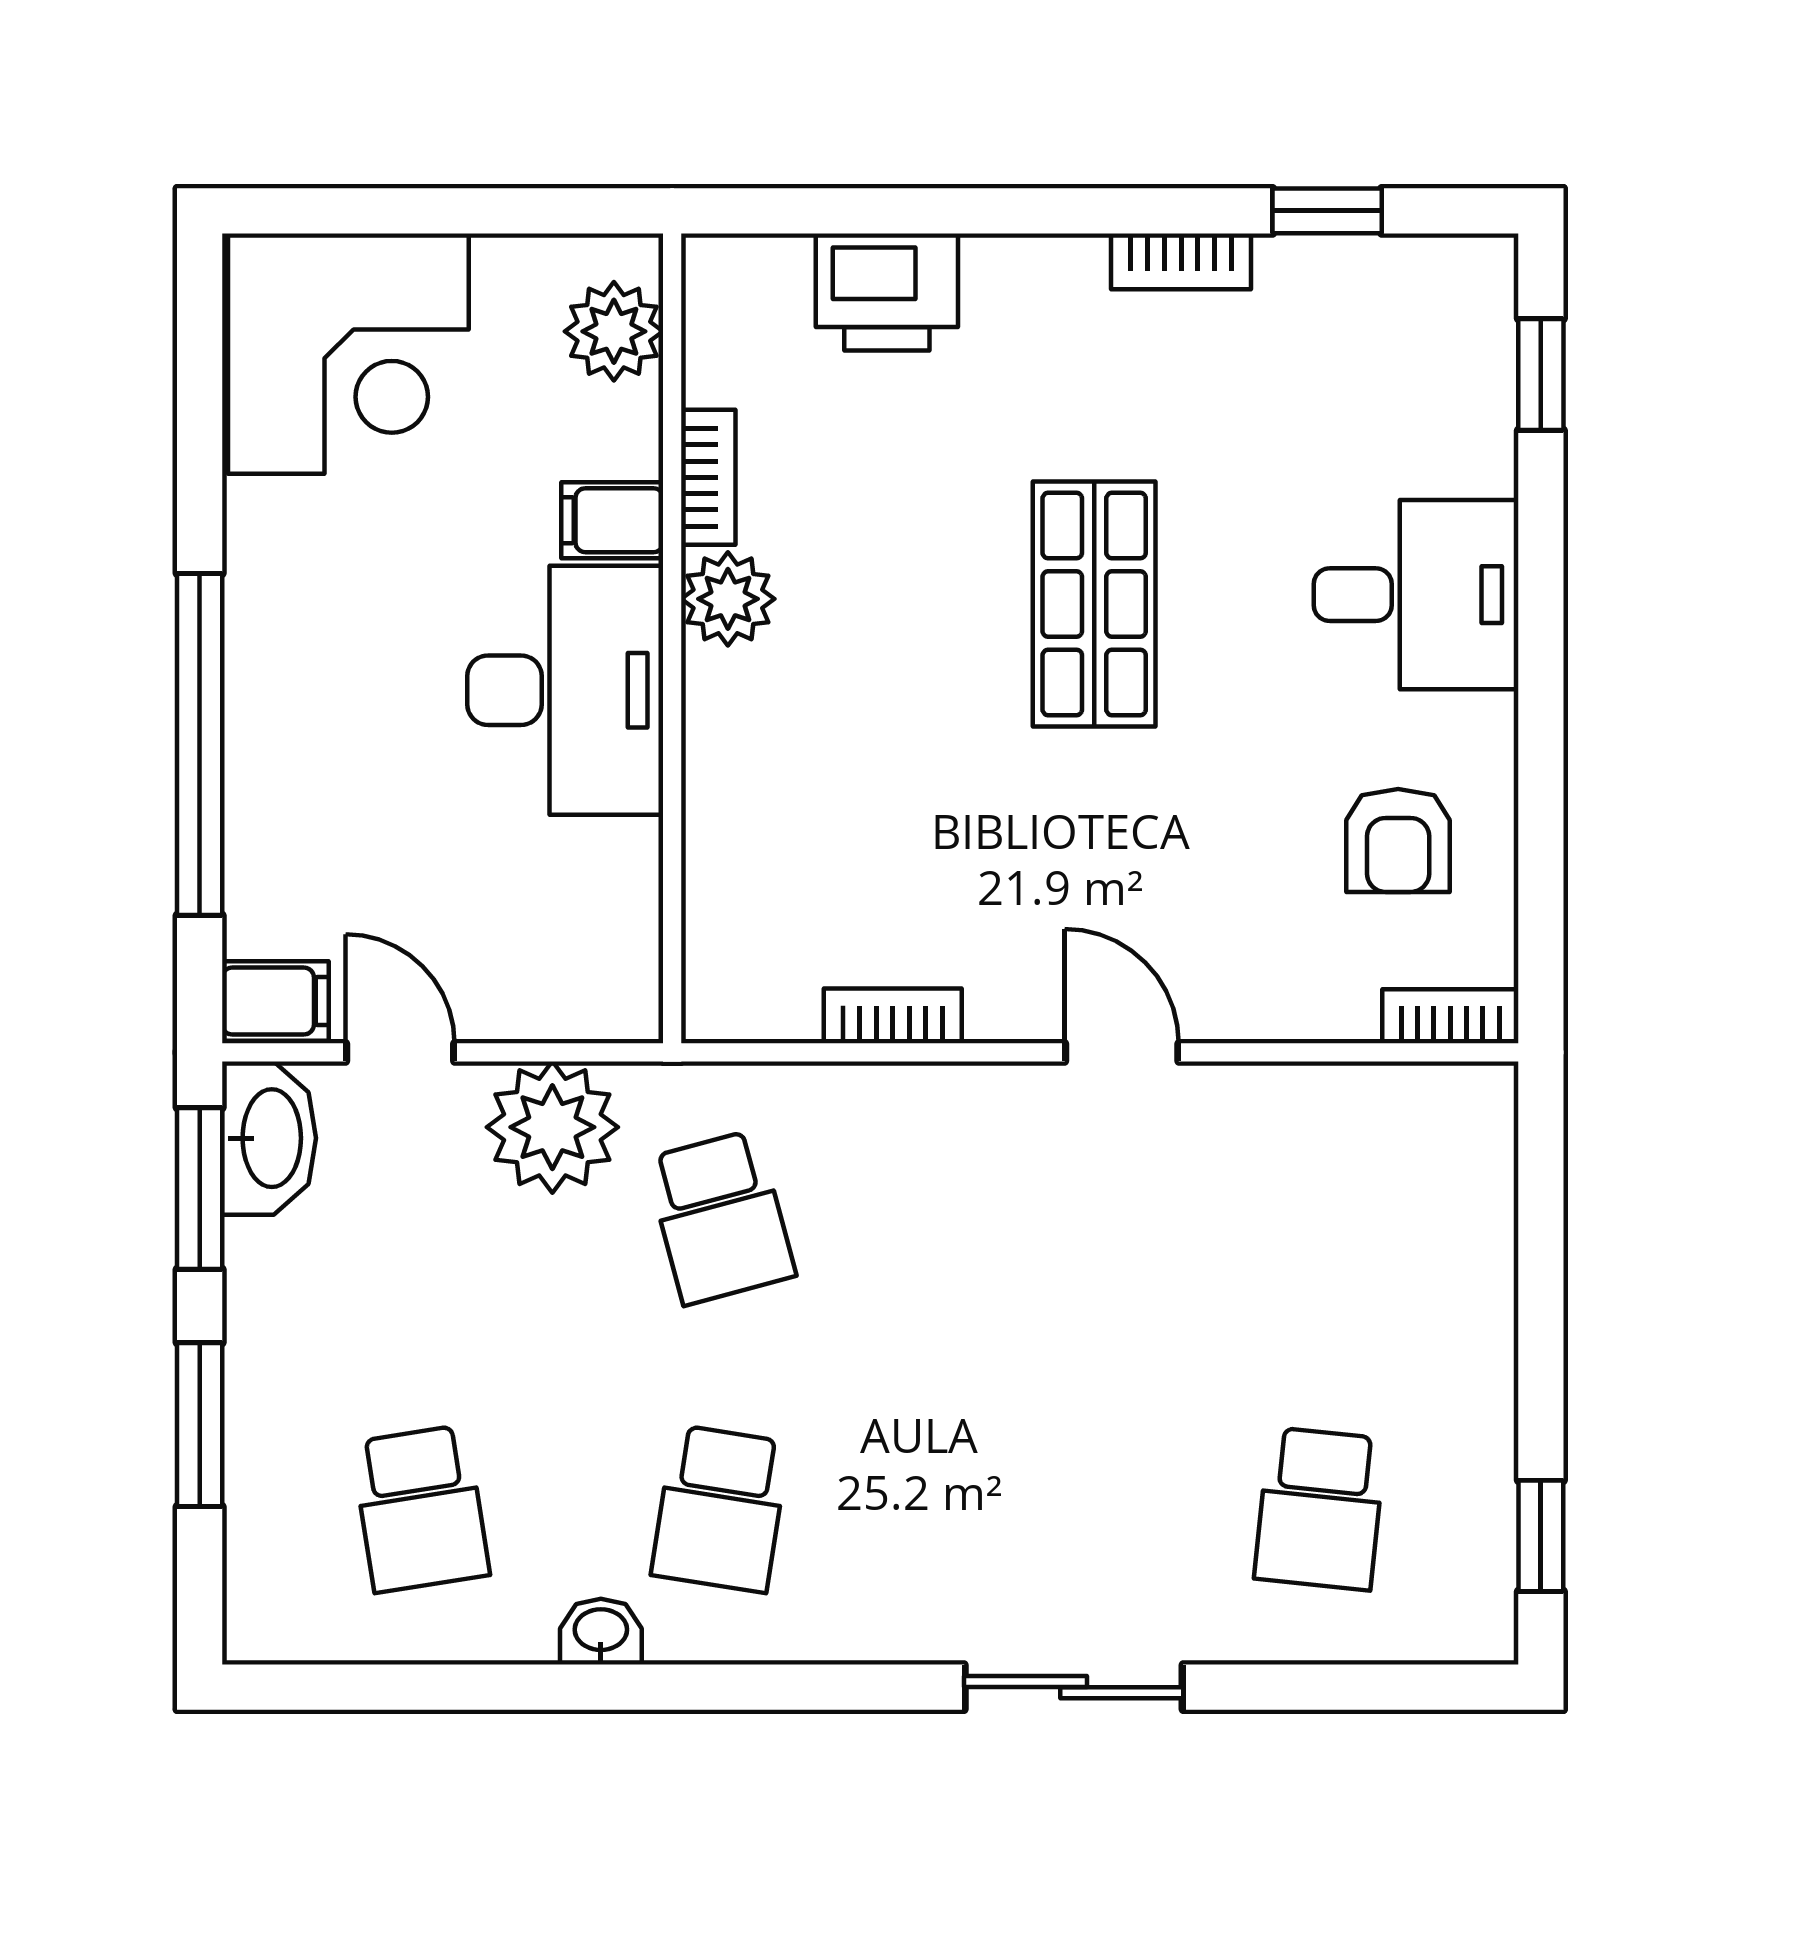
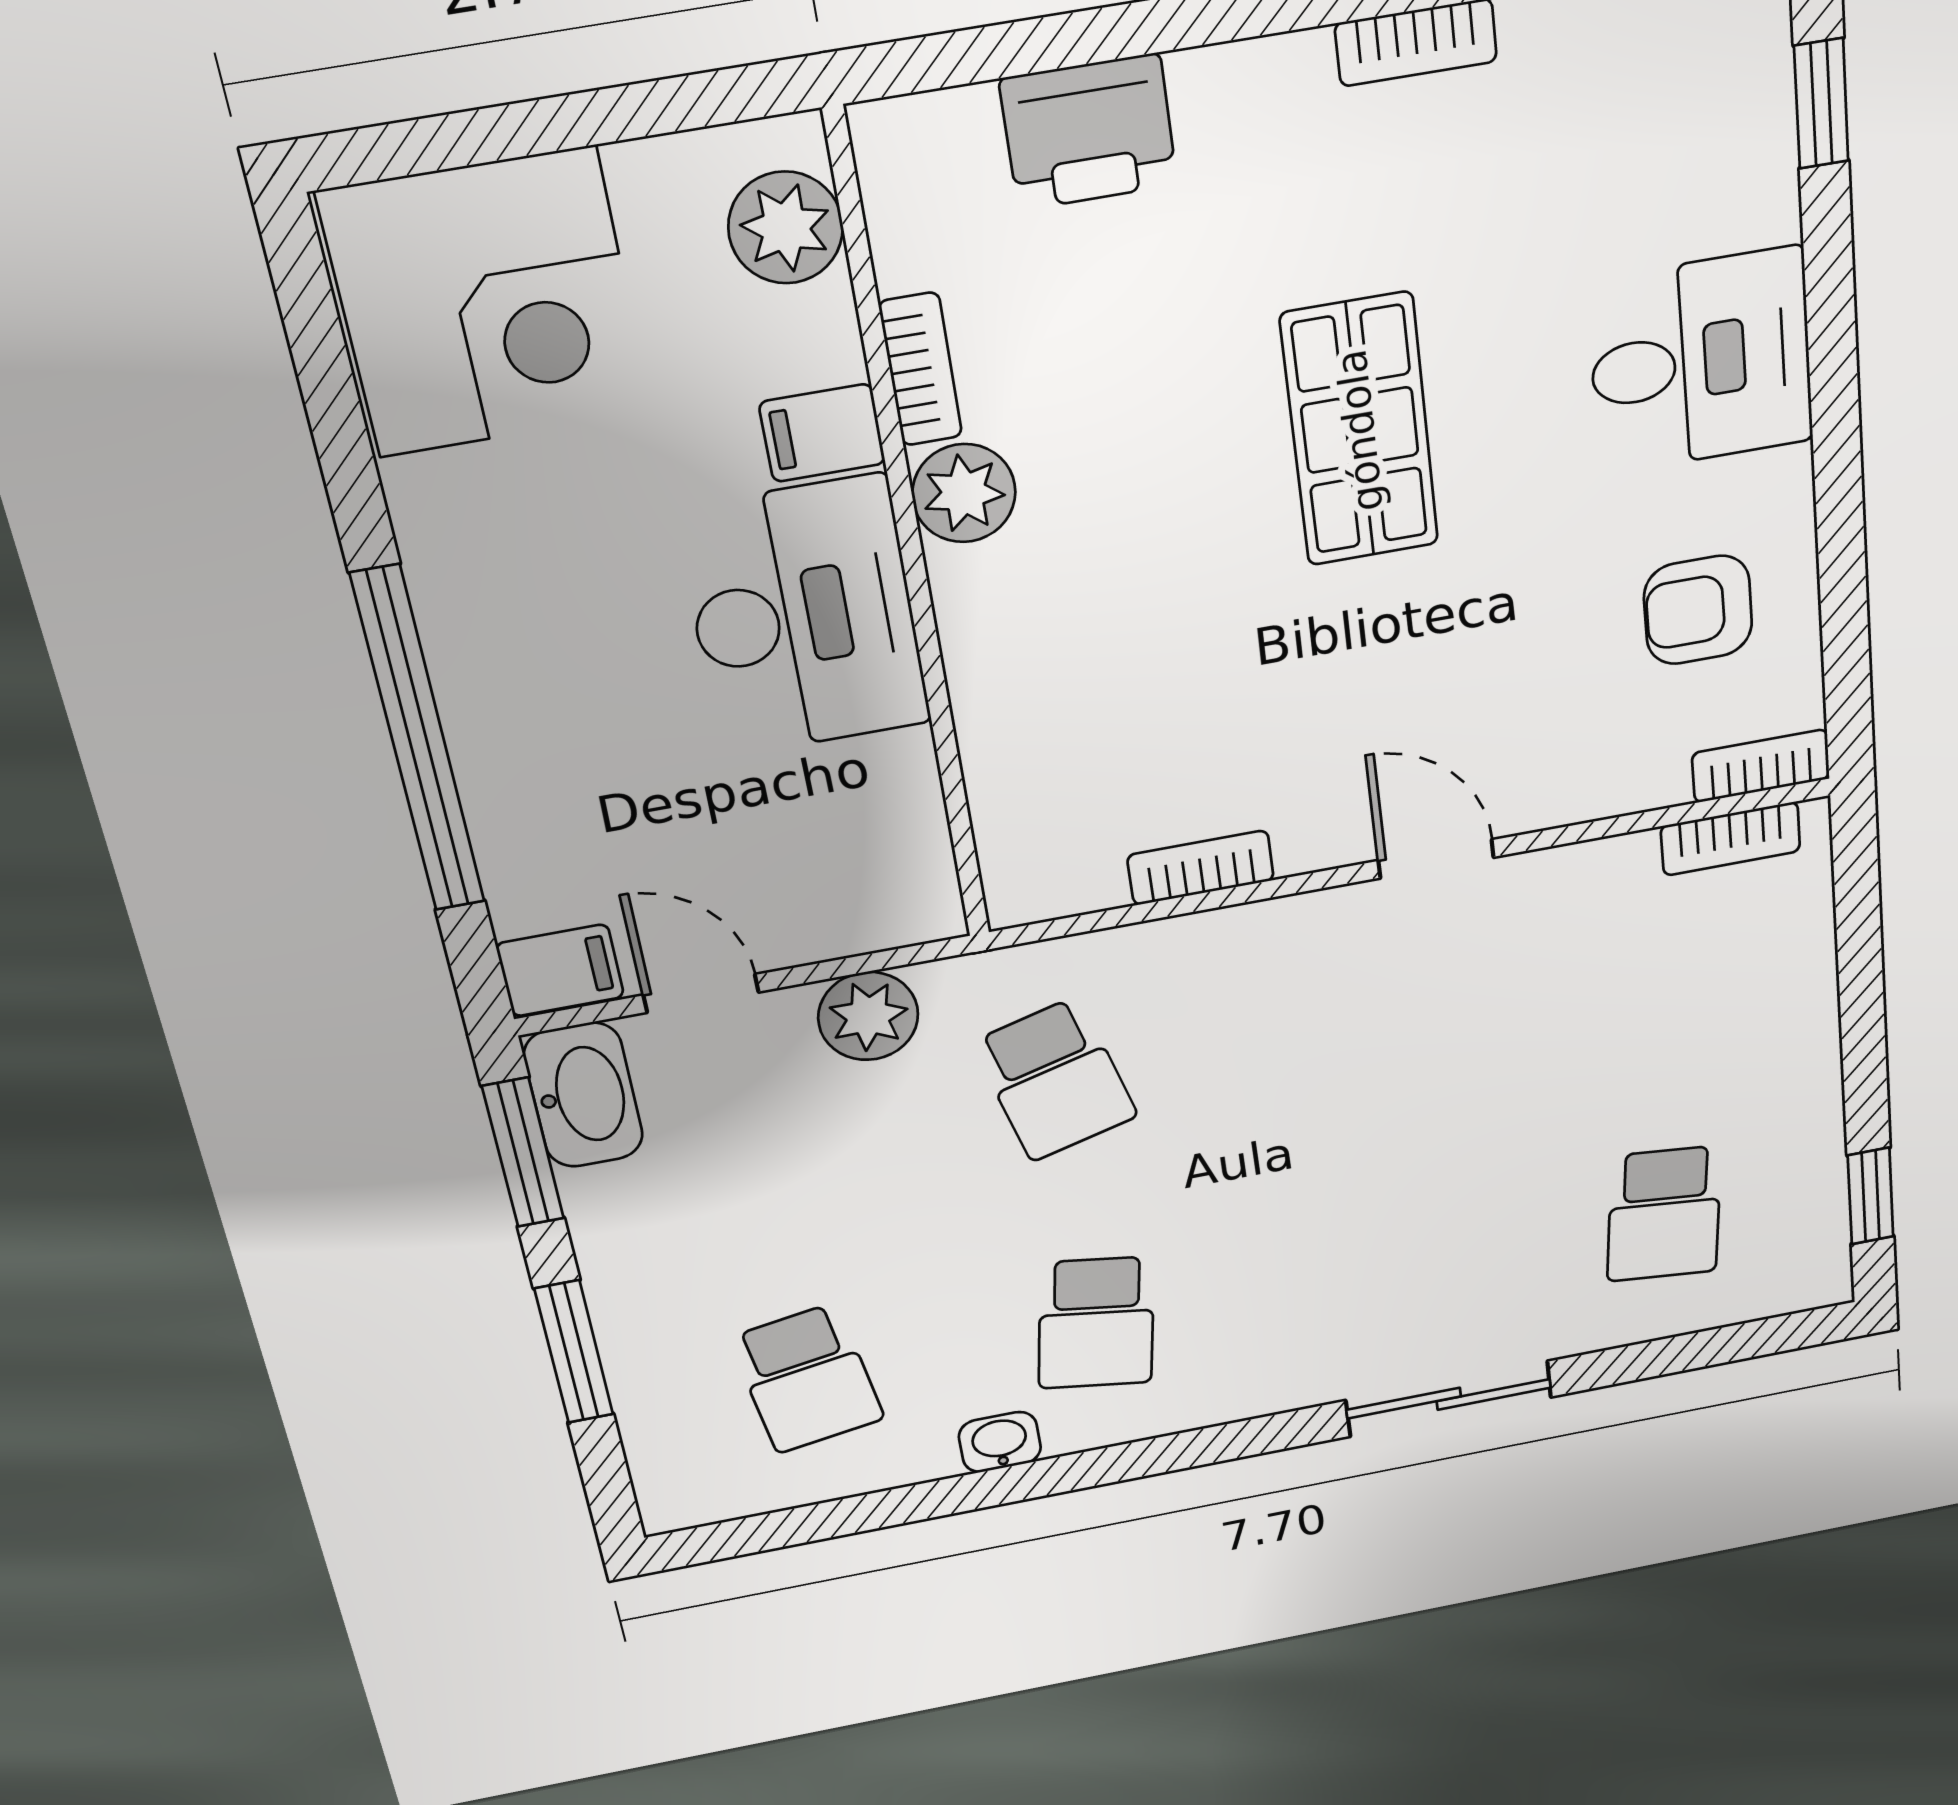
armchair: (1398, 841) -> (1698, 610), turned 90
bookcase: (1416, 1089) -> (1731, 839), added
plant: (552, 1127) -> (868, 1016), width x0.73, depth x0.73

